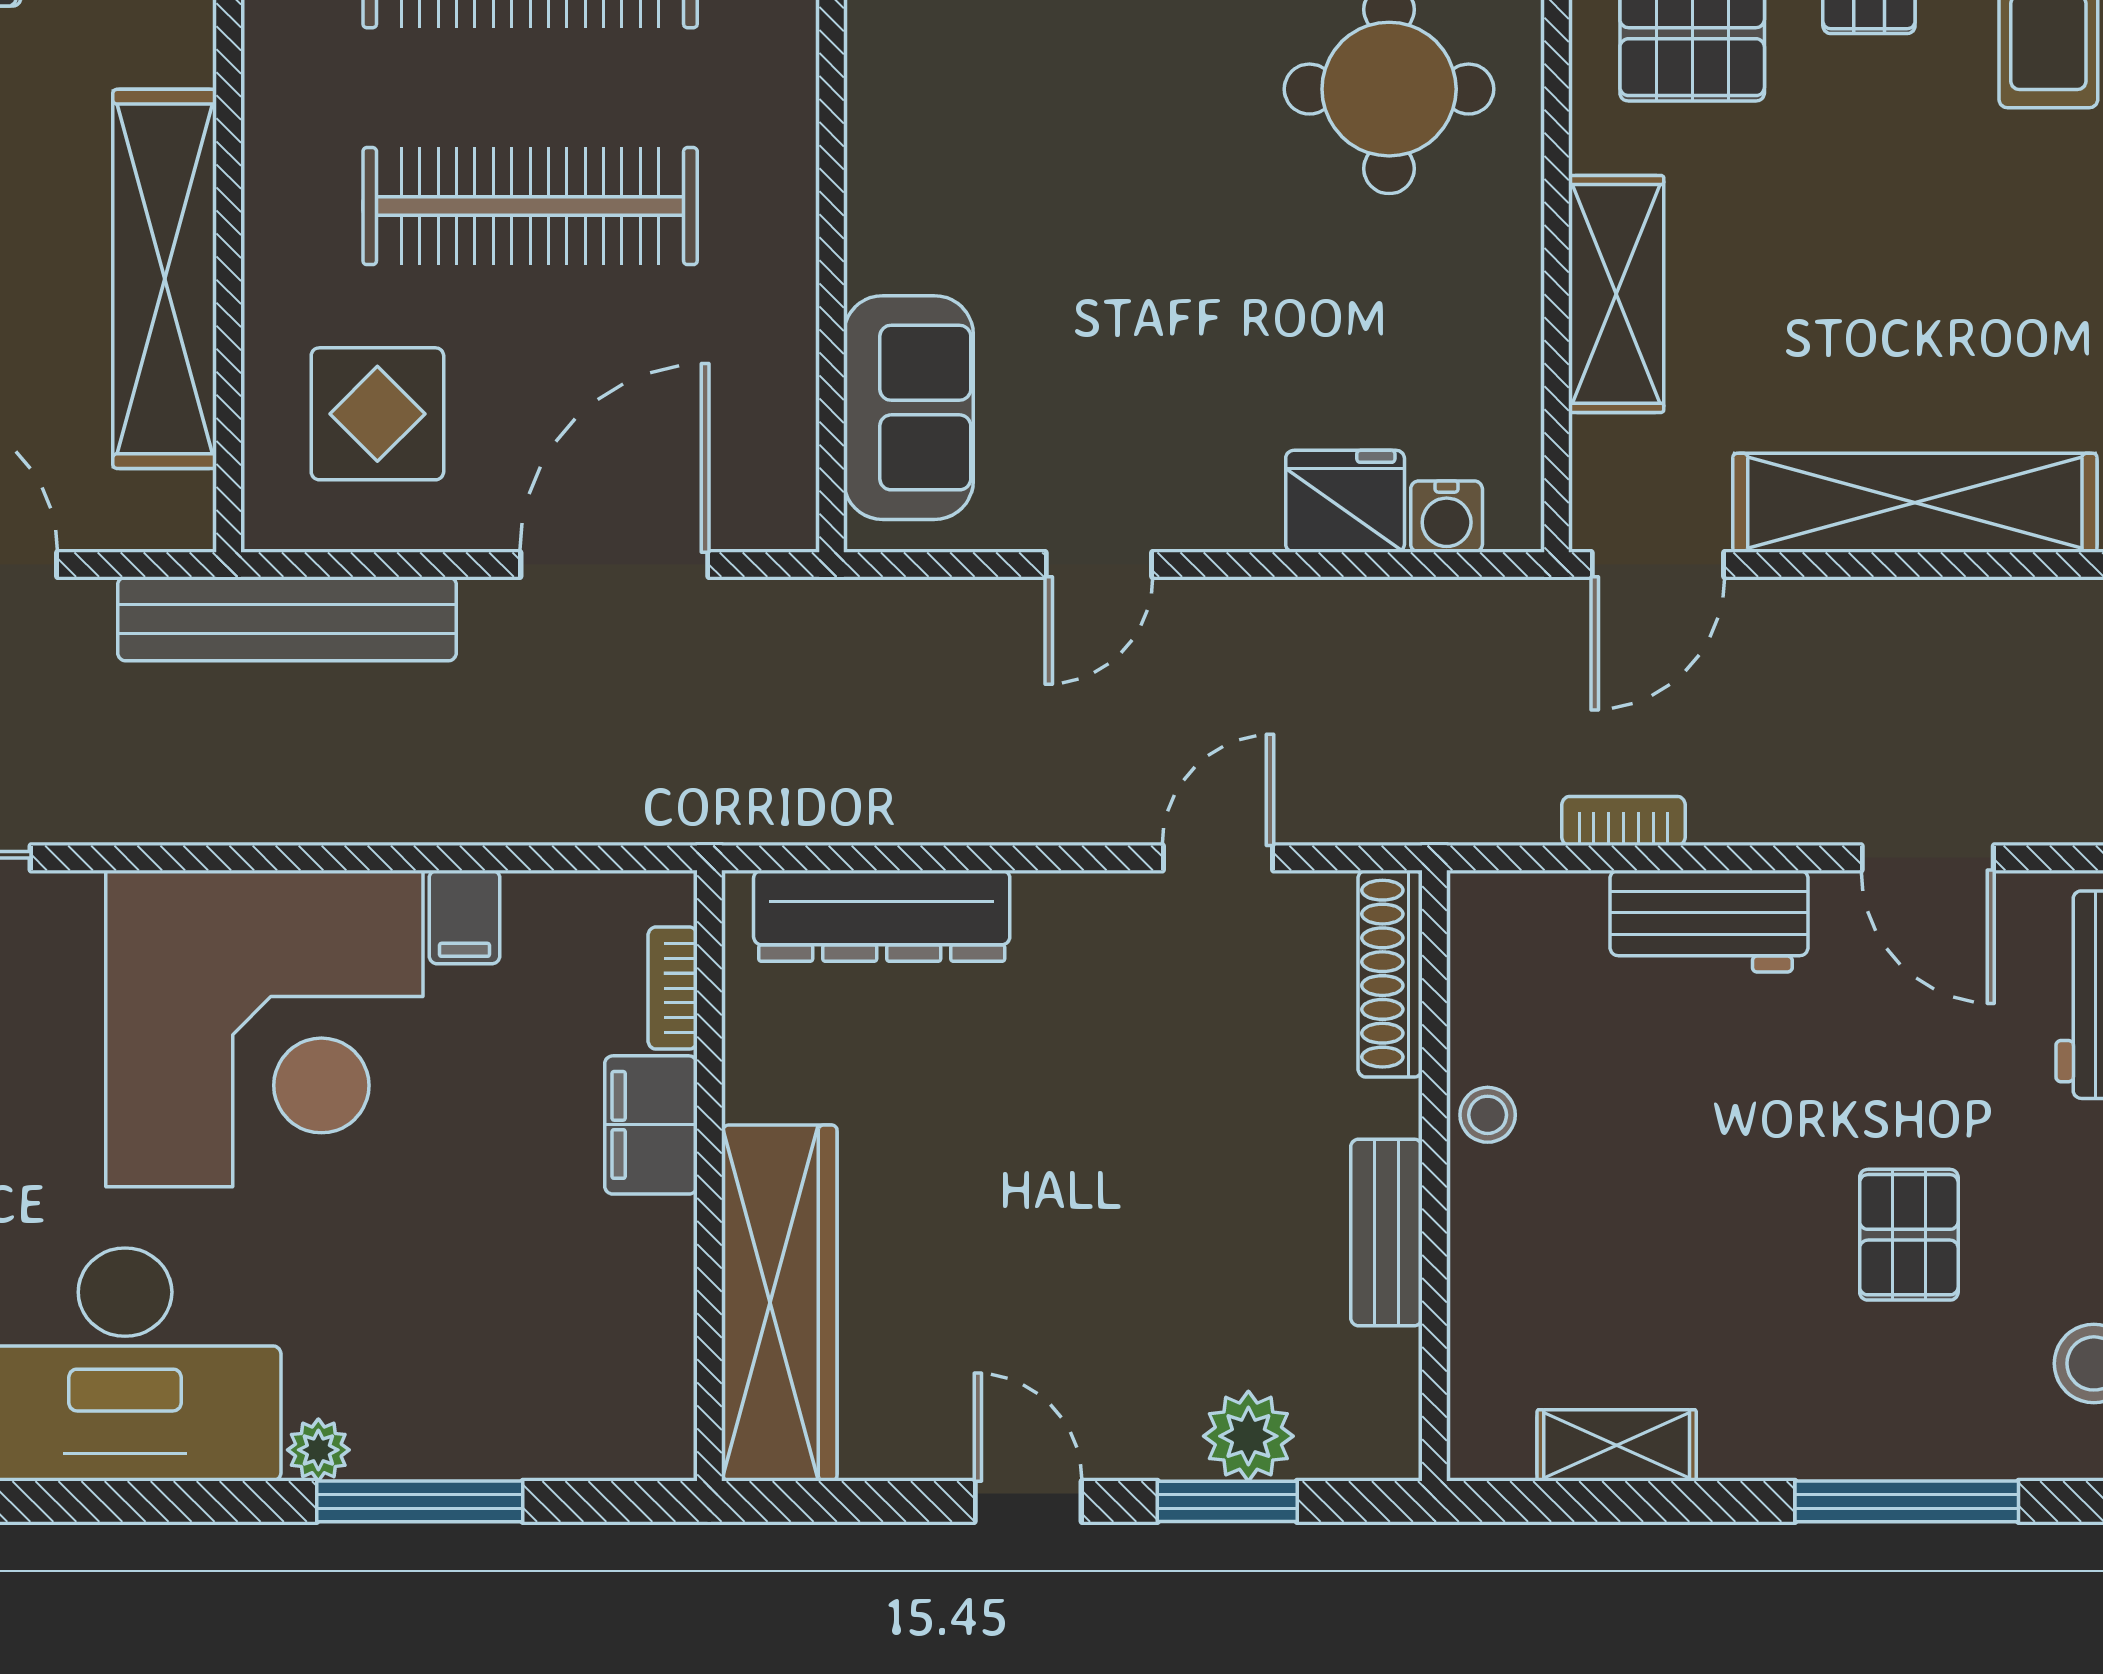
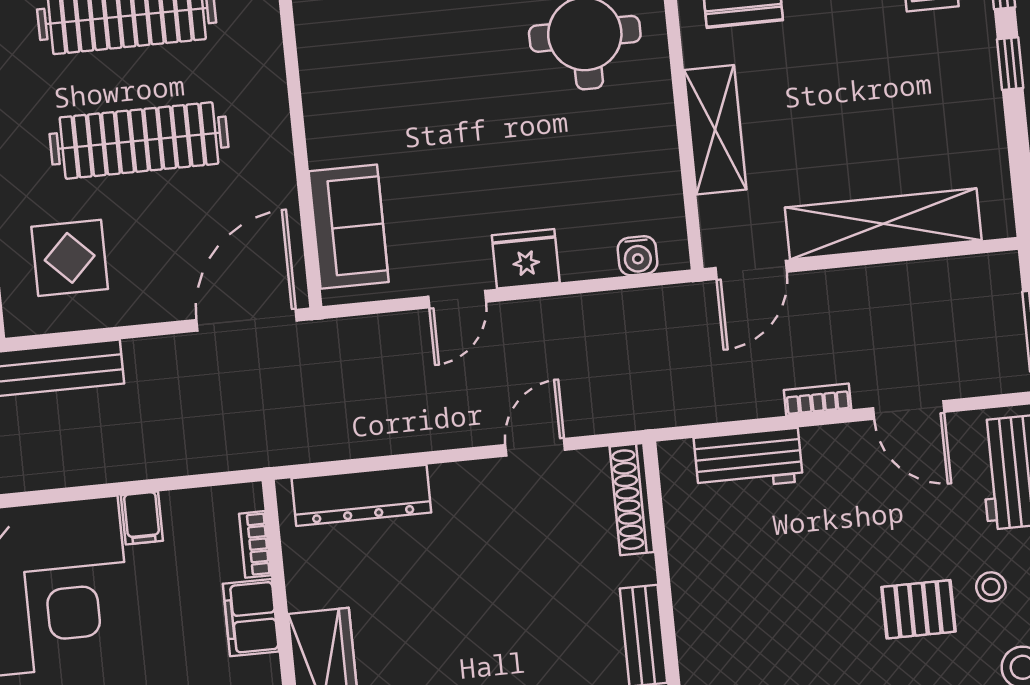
fridge: (1345, 501) -> (526, 259), moved
door: (614, 565) -> (247, 320), moved
bookcase: (1623, 821) -> (818, 400), moved
workbench: (1709, 921) -> (748, 460), moved
stool: (1488, 1115) -> (991, 587), moved
pallet: (1909, 1235) -> (919, 609), turned 90

